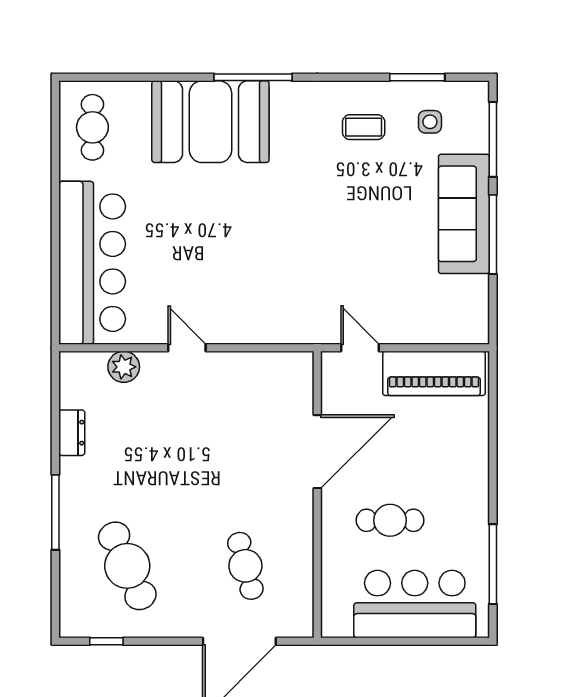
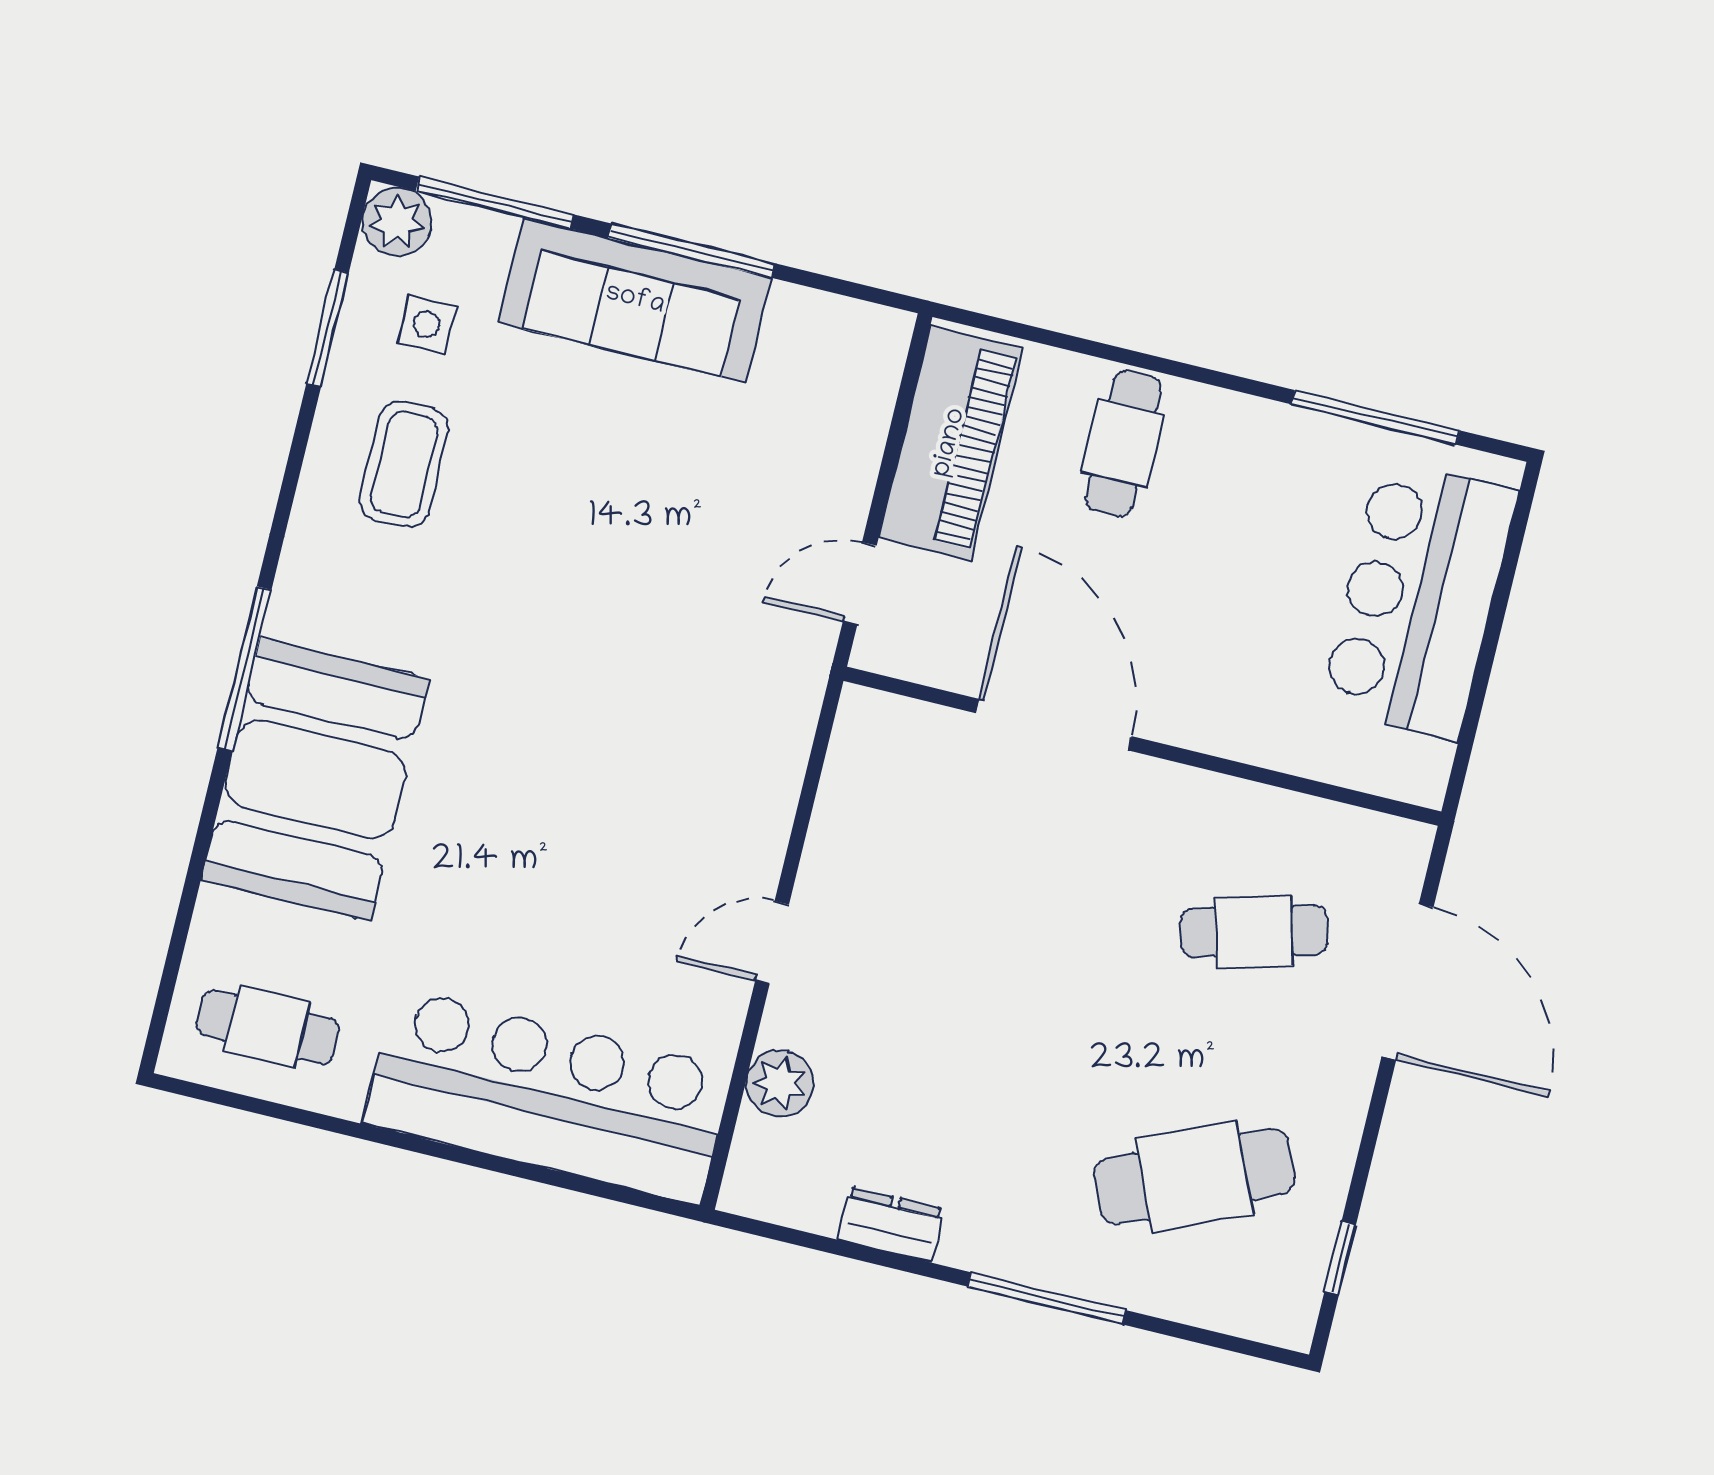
plant: (473, 97) -> (397, 222), added
coffee table: (364, 127) -> (404, 464), width x1.36, depth x1.30
cafe table: (390, 520) -> (1123, 444), moved

